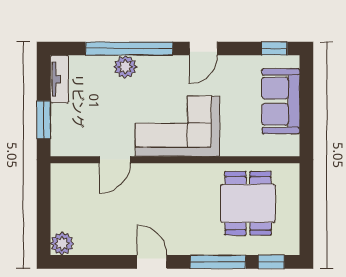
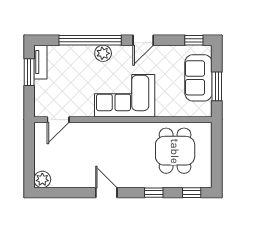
plant: (125, 67) -> (103, 53), moved
window: (306, 113) -> (217, 86), added
window: (44, 120) -> (29, 72), moved
door: (115, 160) -> (58, 120), moved
window: (218, 262) -> (154, 193), width x0.46

